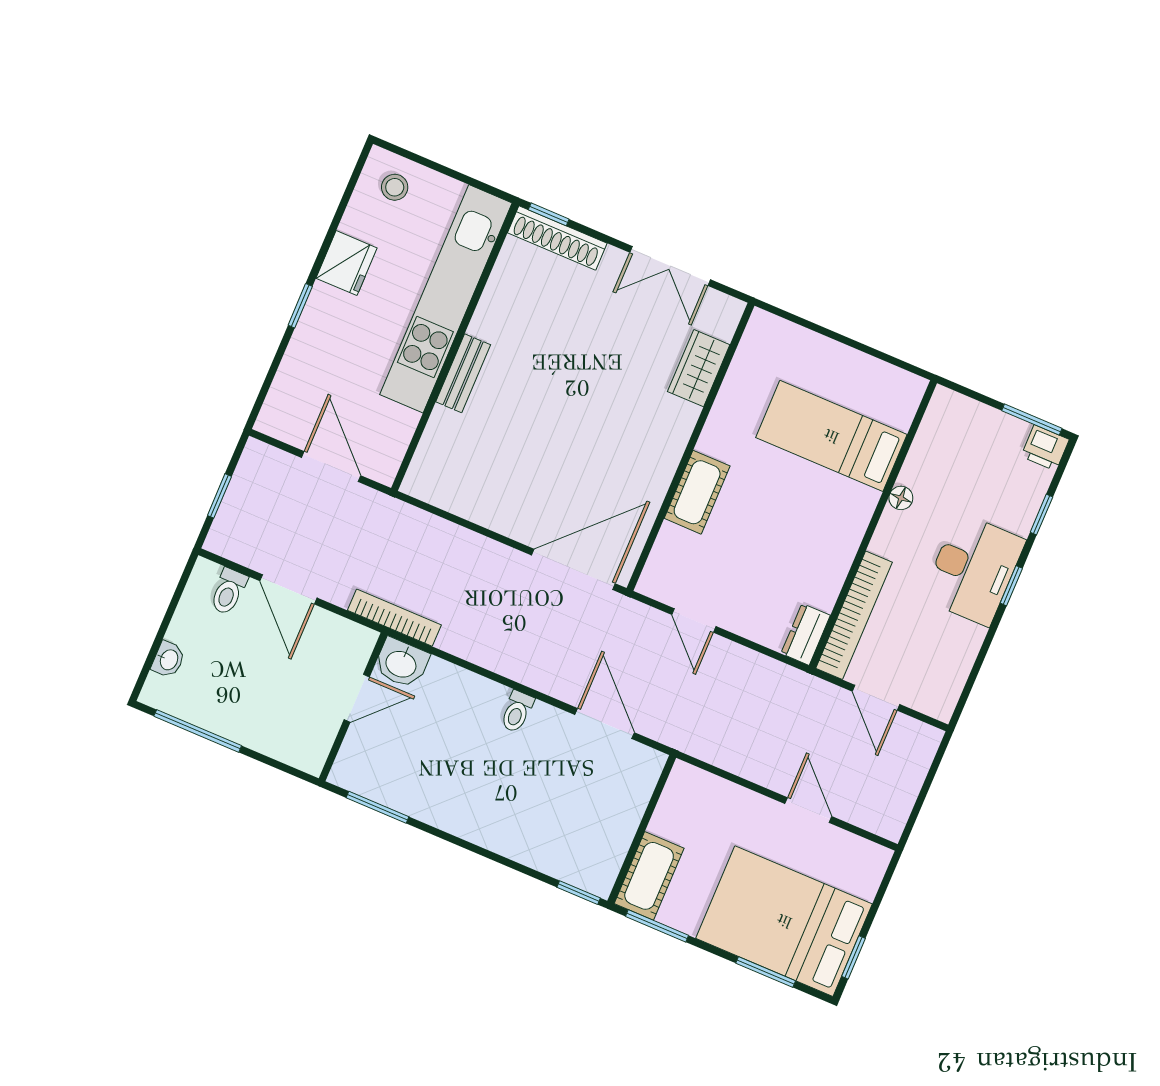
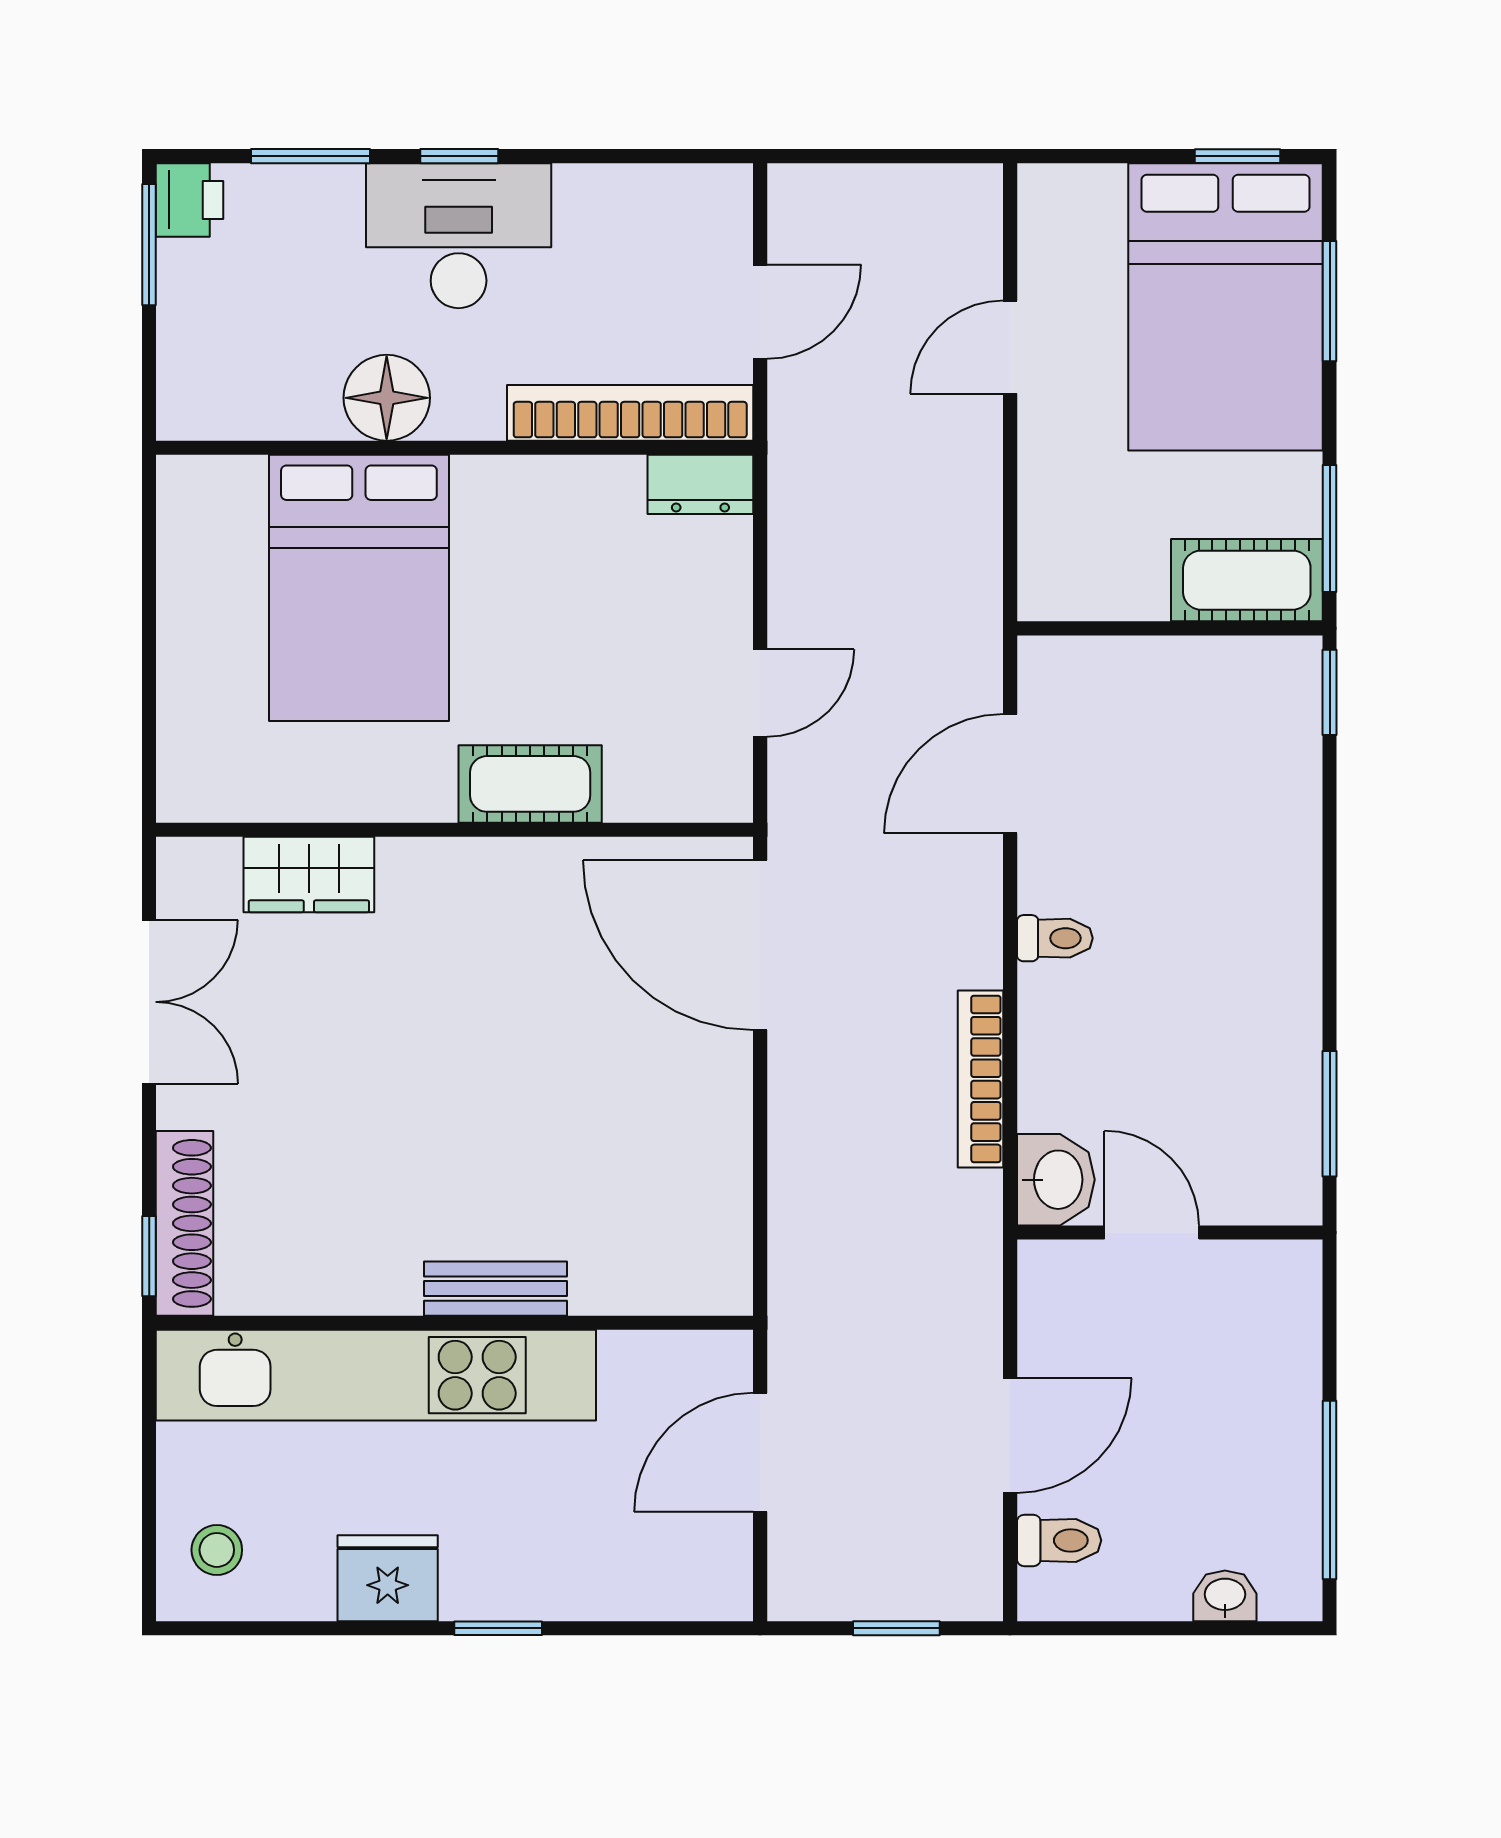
bed: (831, 436) -> (359, 588), width x1.50
floor lamp: (901, 498) -> (387, 398), width x1.89, depth x1.89
window: (1041, 515) -> (311, 156), width x1.50
bookcase: (394, 618) -> (980, 1079), moved

